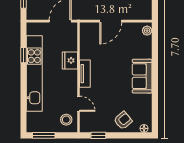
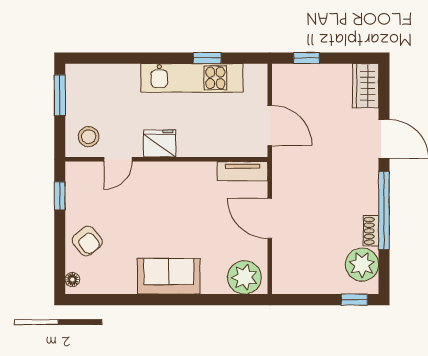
plant: (147, 31) -> (244, 277), width x1.87, depth x1.87
fridge: (70, 60) -> (160, 143), moved
kitchen unit: (34, 74) -> (192, 78), width x0.73
tv unit: (85, 74) -> (242, 171), moved

